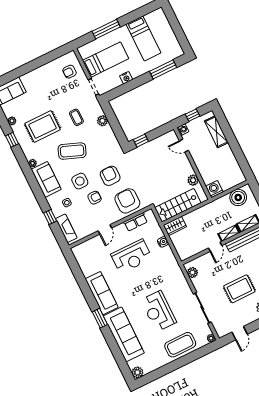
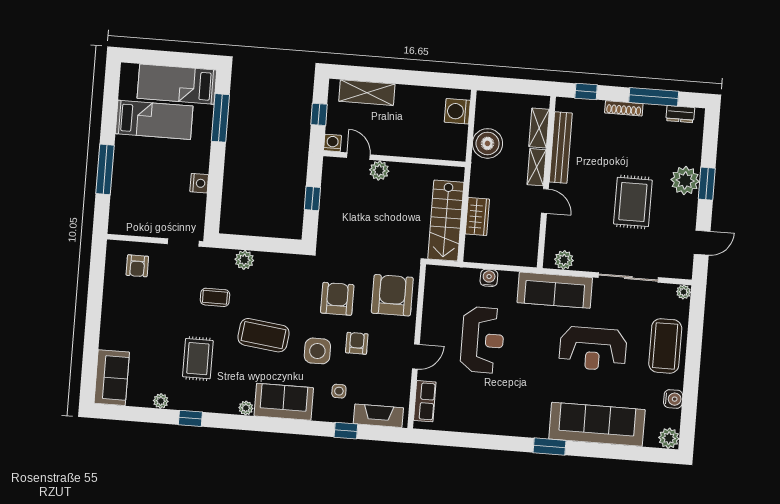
bed: (106, 60) -> (177, 84), moved, turned -90
rug: (43, 127) -> (198, 359), width x0.73, depth x0.70
window: (141, 141) -> (312, 199), moved
door: (184, 146) -> (358, 156), swing flipped
coffee table: (72, 151) -> (264, 335), turned 76
armchair: (110, 176) -> (337, 299), turned 90
plant: (193, 180) -> (379, 170), moved
washing machine: (214, 189) -> (457, 111), moved
boiler: (238, 197) -> (488, 143), moved
armchair: (127, 201) -> (392, 295), turned 90
row of seats: (136, 222) -> (425, 401), moved
wardrobe: (175, 226) -> (477, 217), moved
door: (105, 229) -> (416, 357), hinge flipped
sofa: (102, 293) -> (555, 290), moved, turned 180
door: (240, 333) -> (702, 243), hinge flipped
water cooler: (157, 363) -> (673, 399), added

